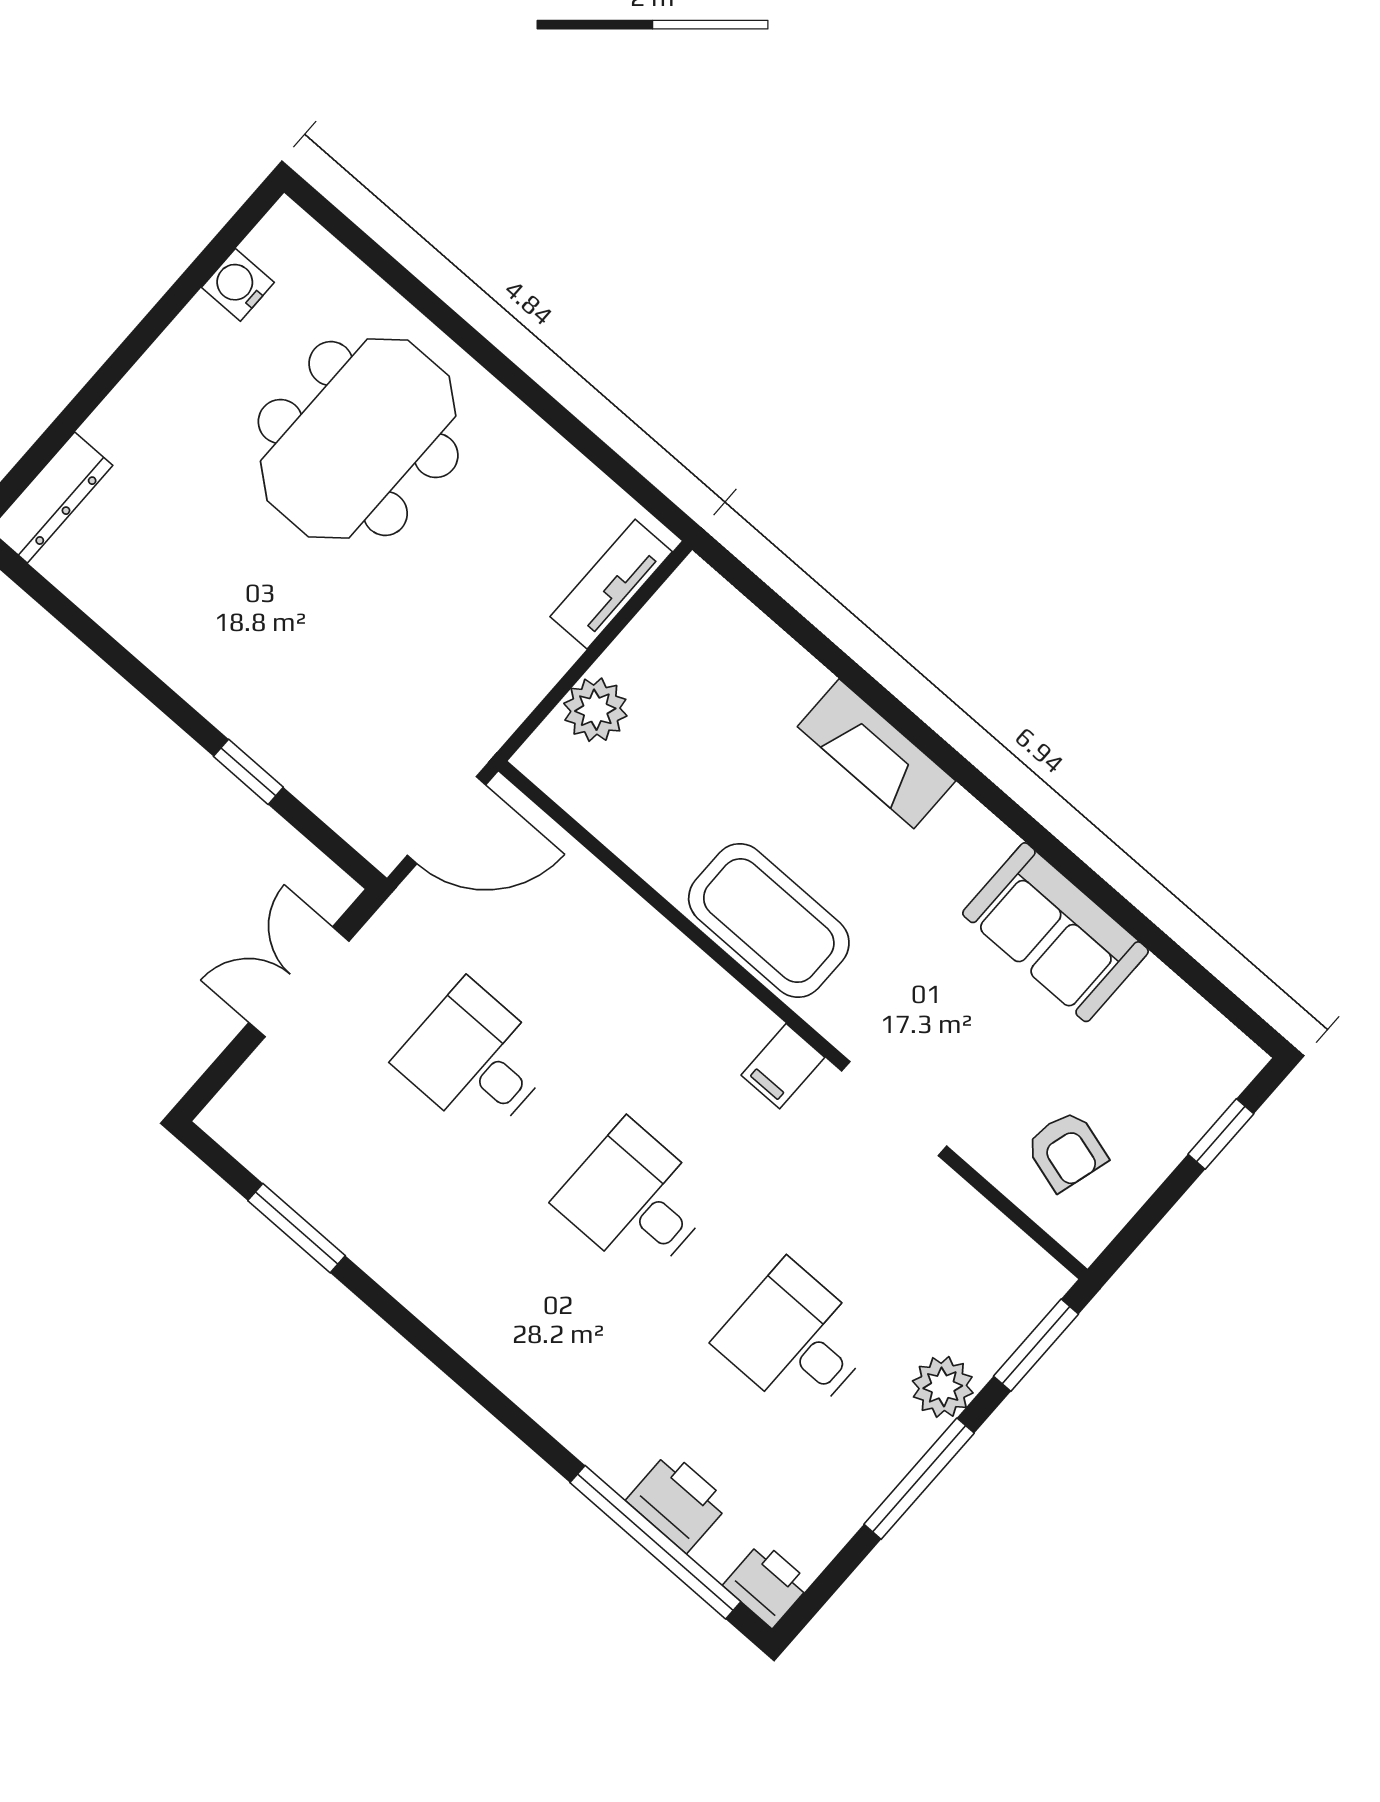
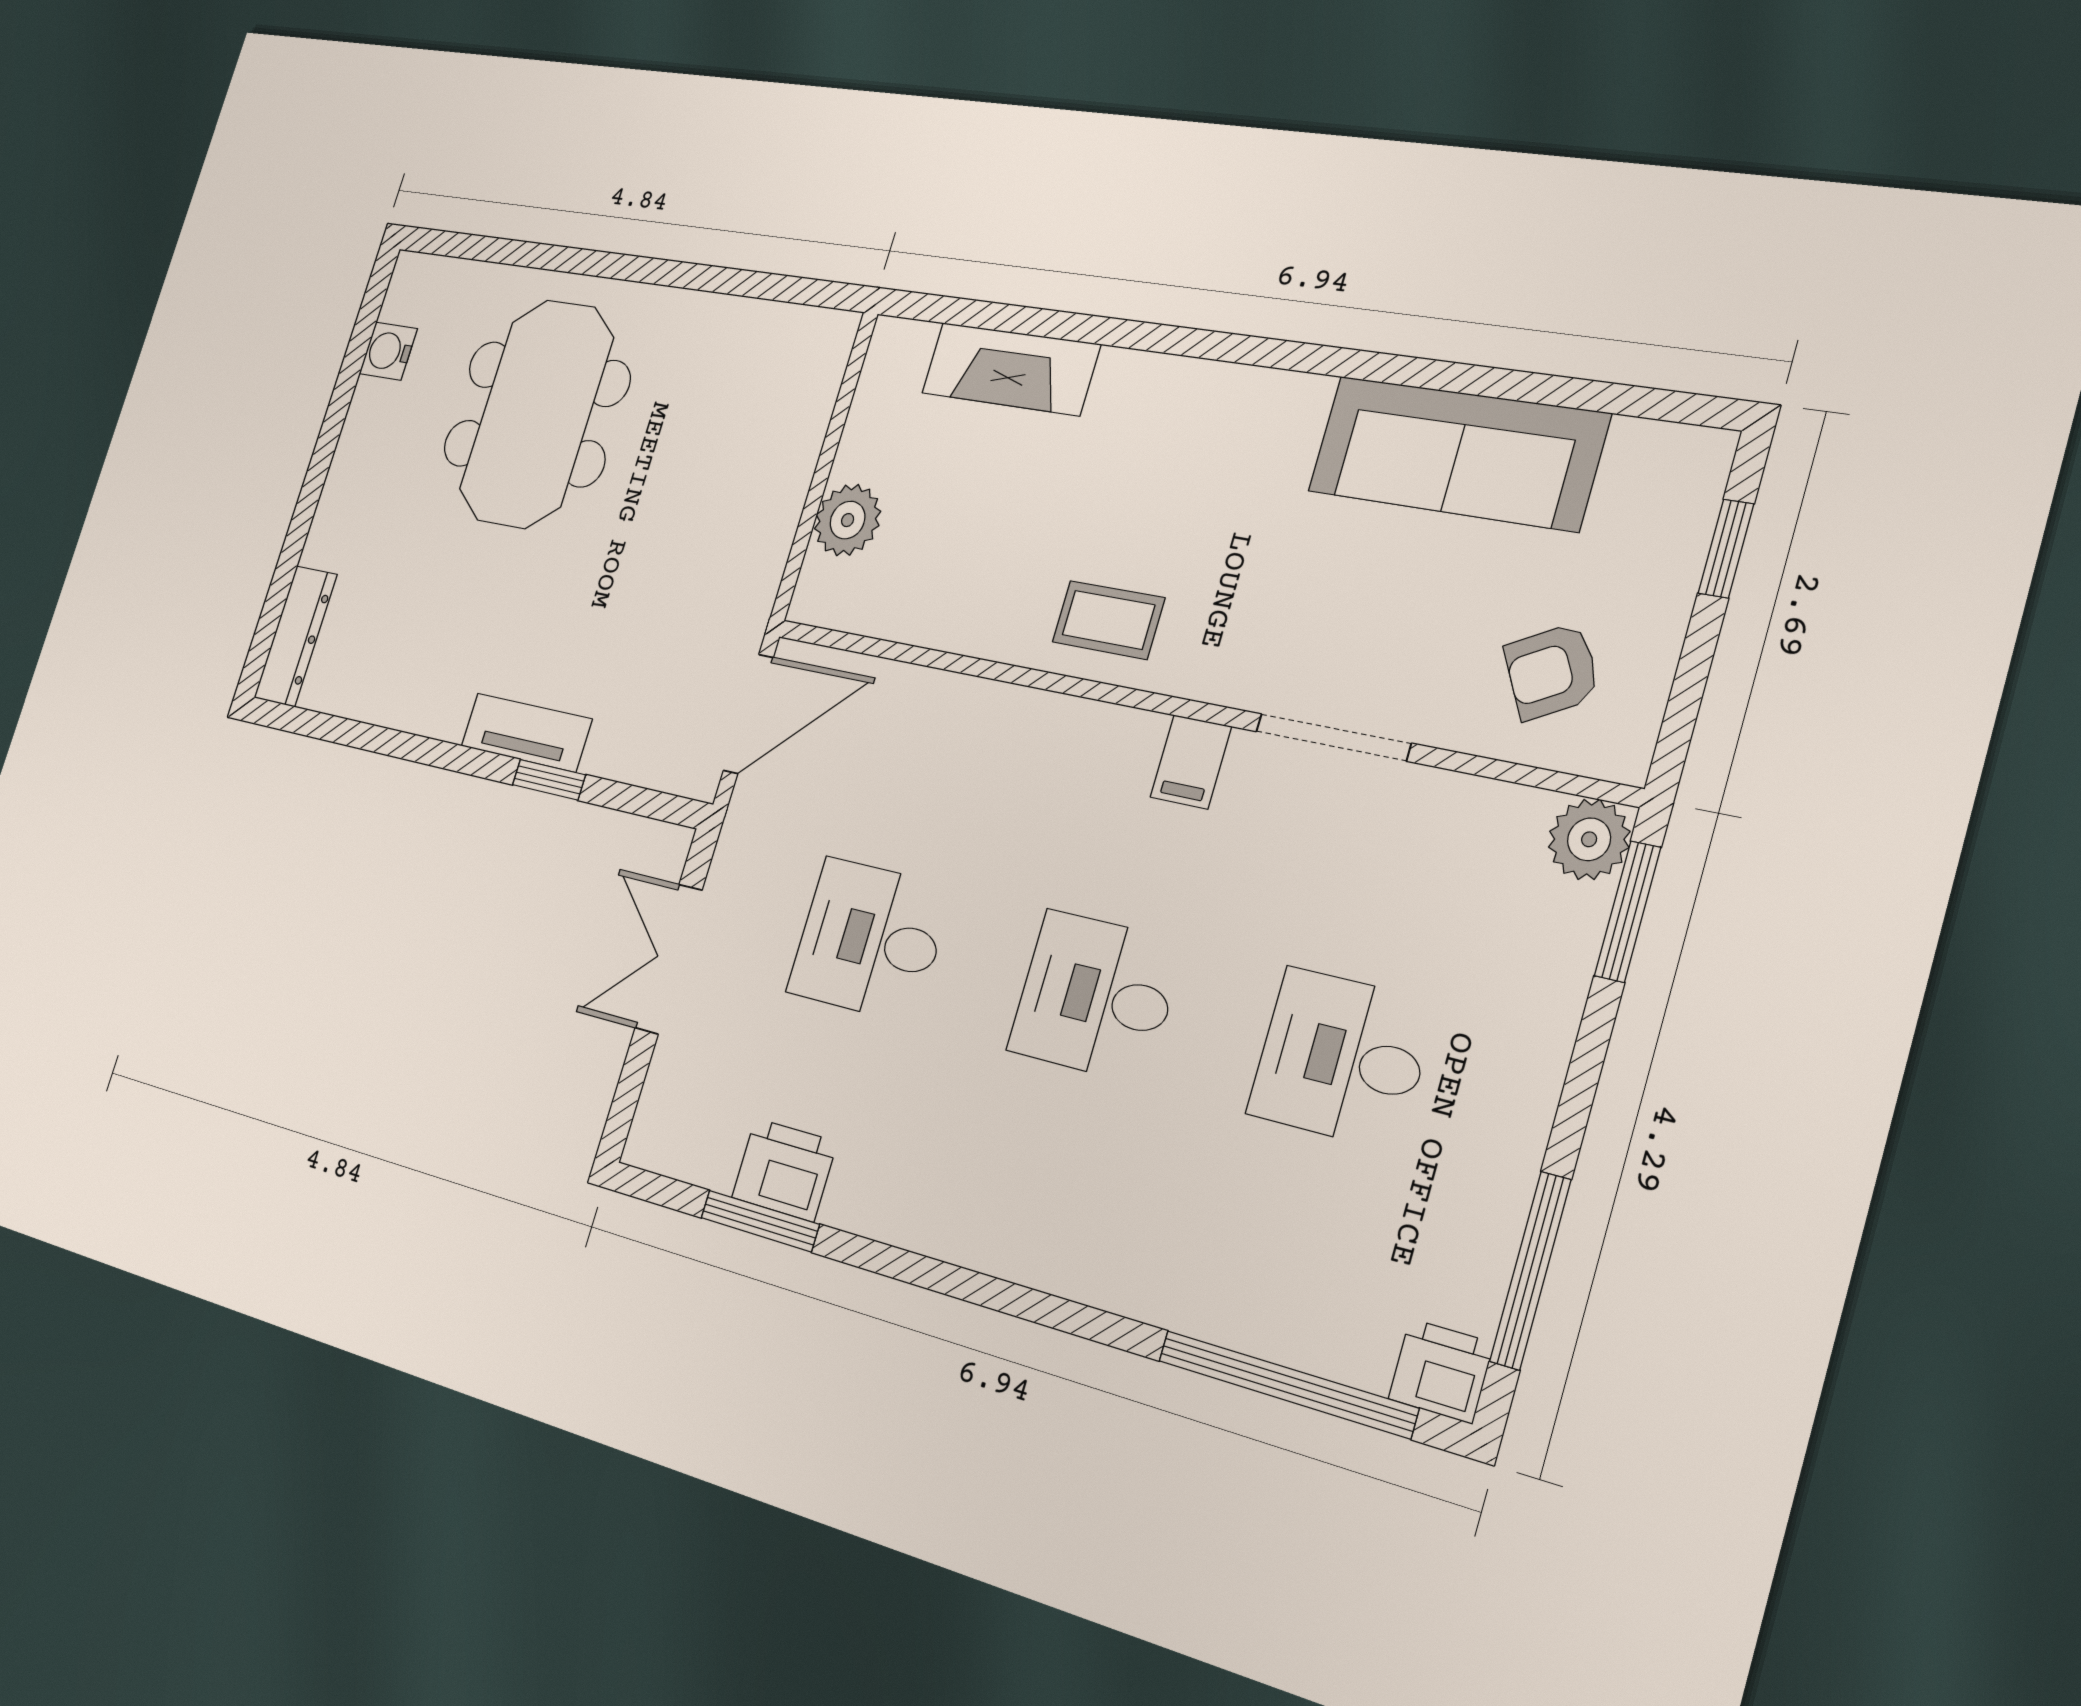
tv unit: (611, 584) -> (526, 733), moved, turned 90
fireplace: (877, 754) -> (1011, 369), moved
coffee table: (769, 921) -> (1108, 620), width x0.54, depth x0.58
sofa: (1055, 932) -> (1457, 453), width x1.36
armchair: (1066, 1151) -> (1552, 671), turned 135
plant: (943, 1387) -> (1589, 839), moved
window: (919, 1479) -> (1530, 1270), moved
printer: (678, 1502) -> (784, 1170), moved

